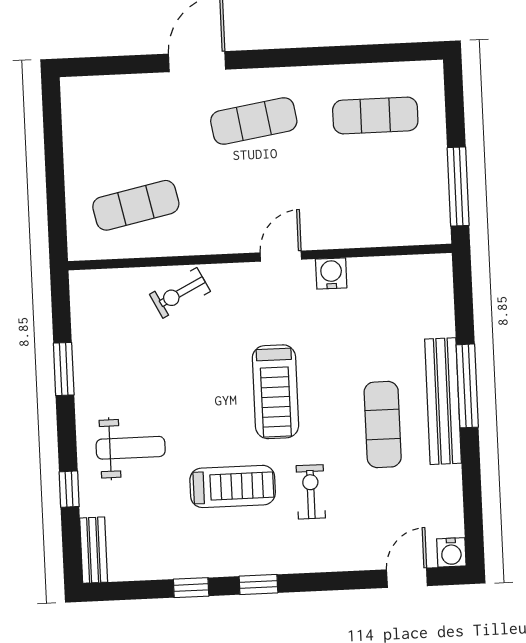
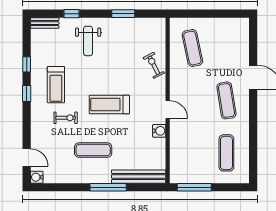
bench: (443, 401) -> (139, 177), moved
treadmill: (233, 486) -> (56, 85), moved

